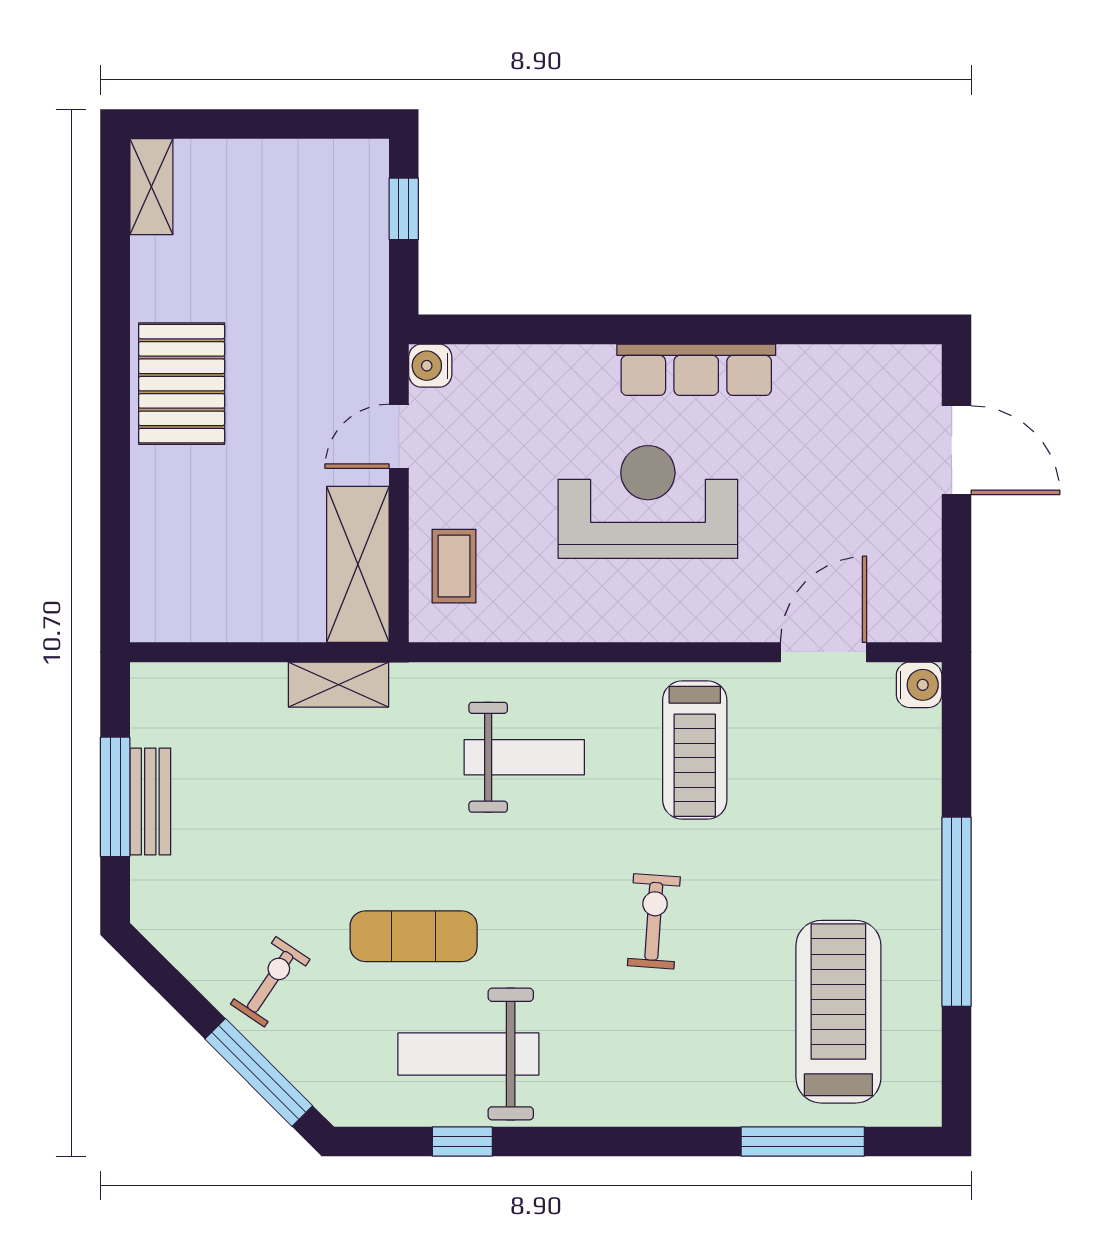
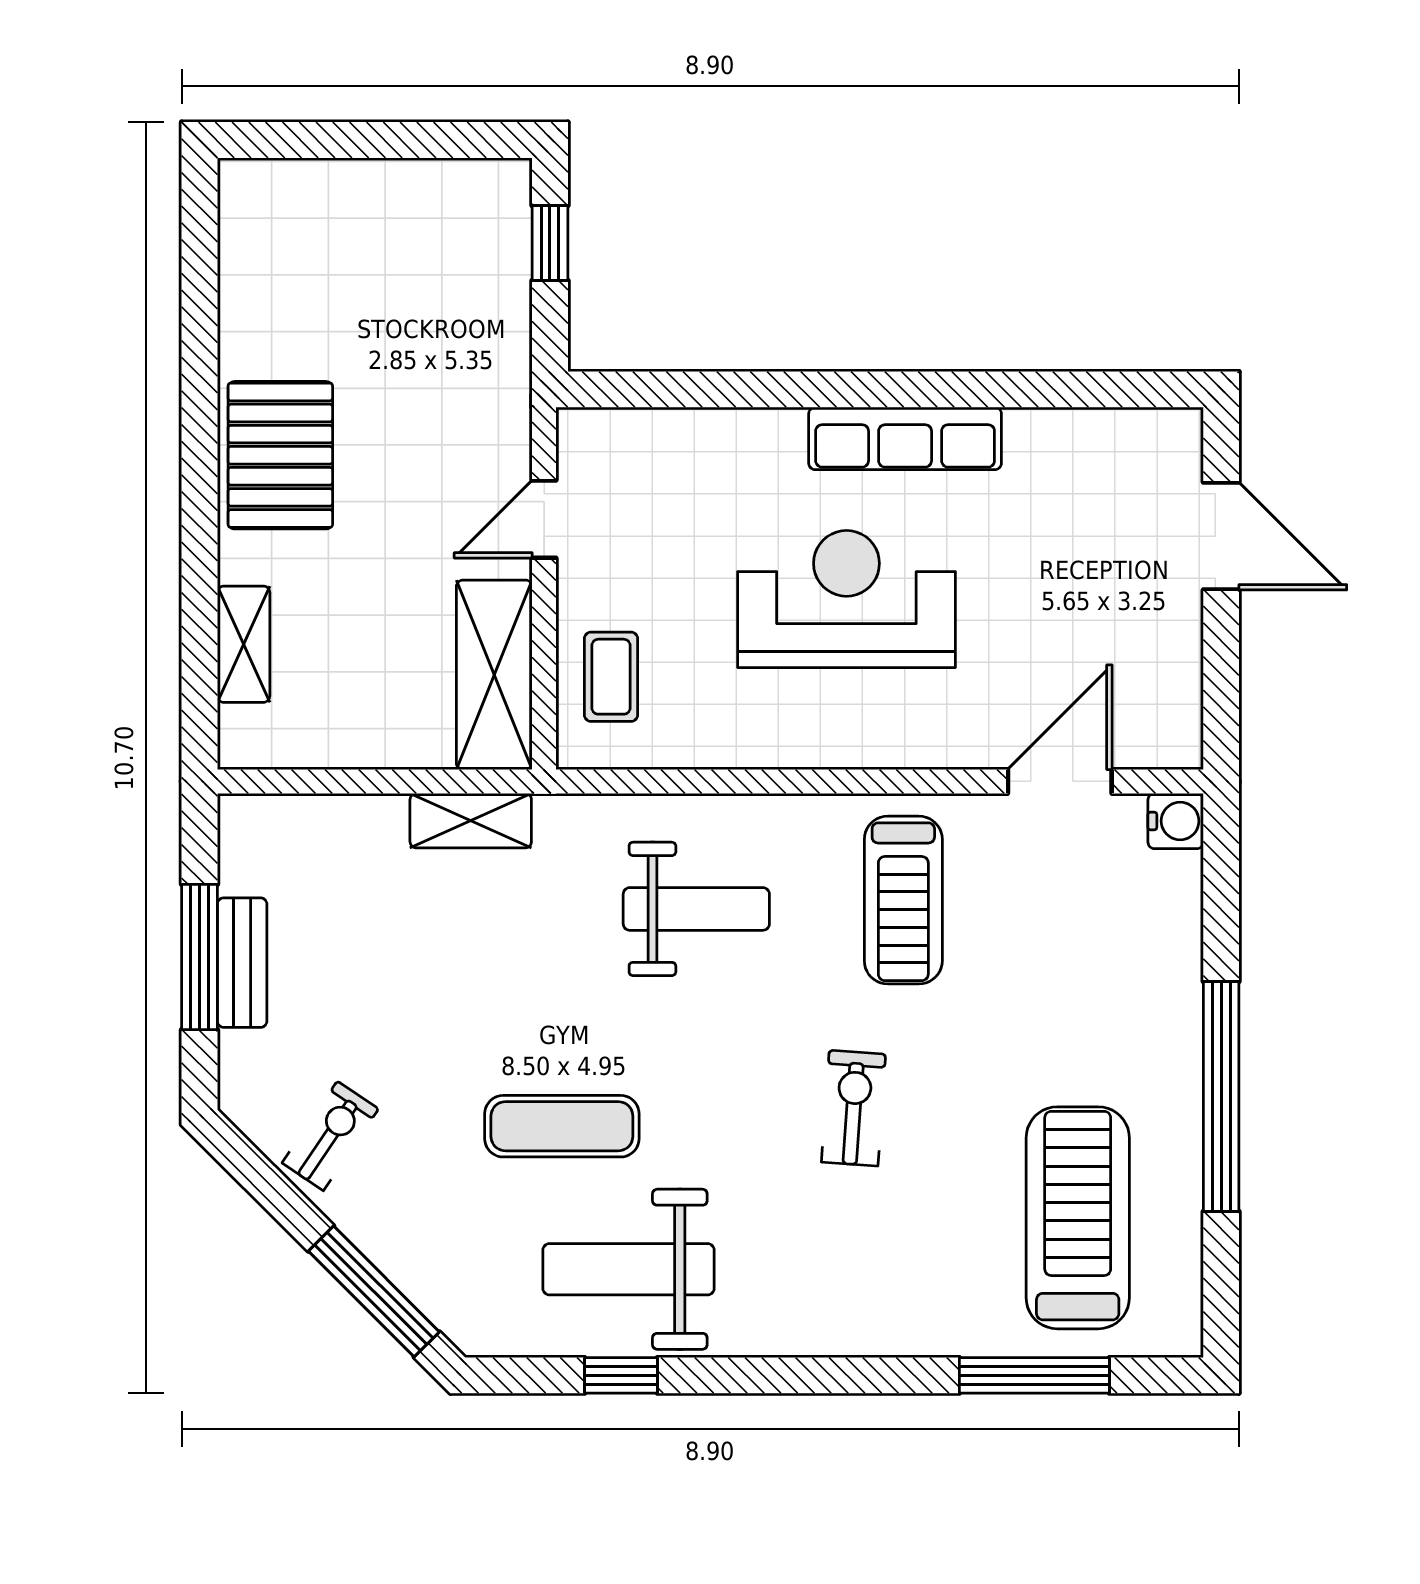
shelving: (151, 187) -> (244, 644), moved
water cooler: (430, 366) -> (582, 433), removed
exercise bike: (270, 982) -> (330, 1136), moved

